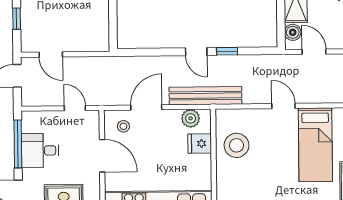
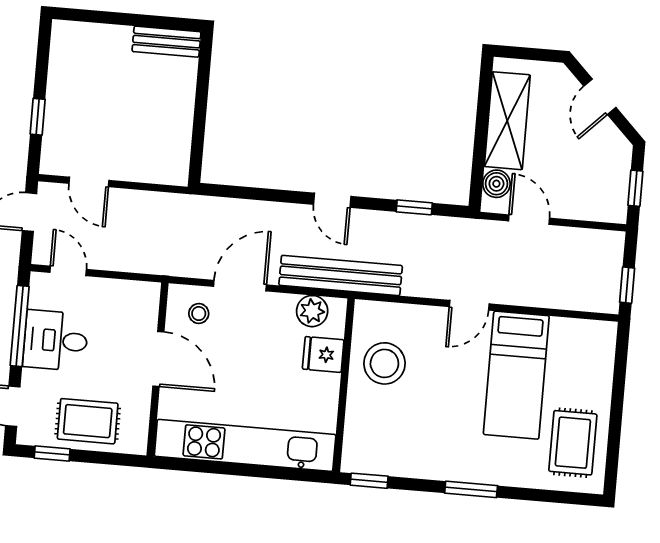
window: (227, 51) -> (414, 207), moved
door: (283, 106) -> (469, 305), swing flipped
door: (75, 108) -> (68, 271), moved

